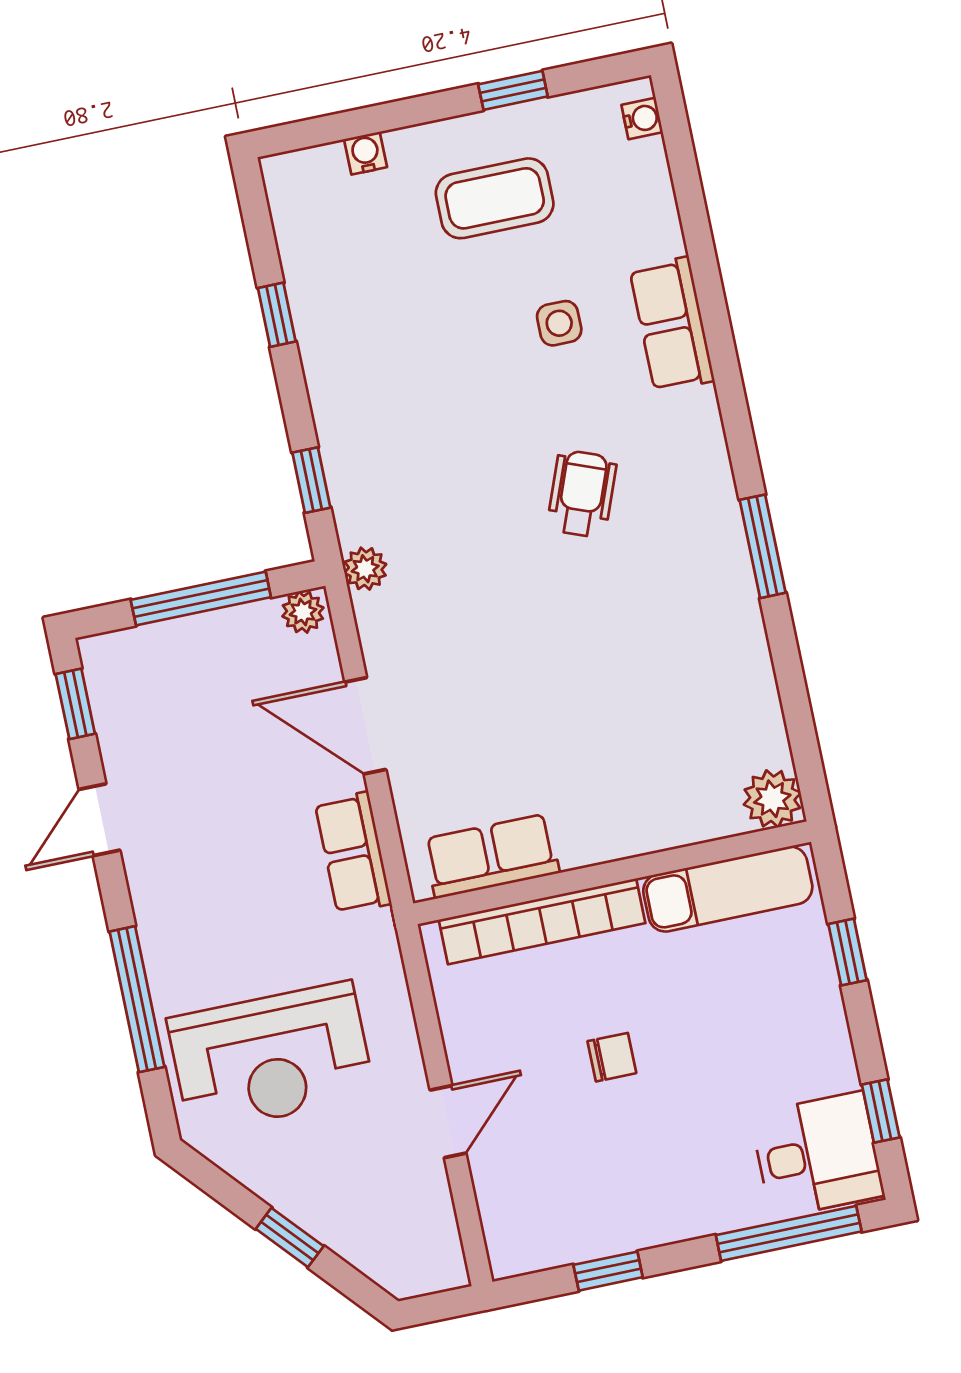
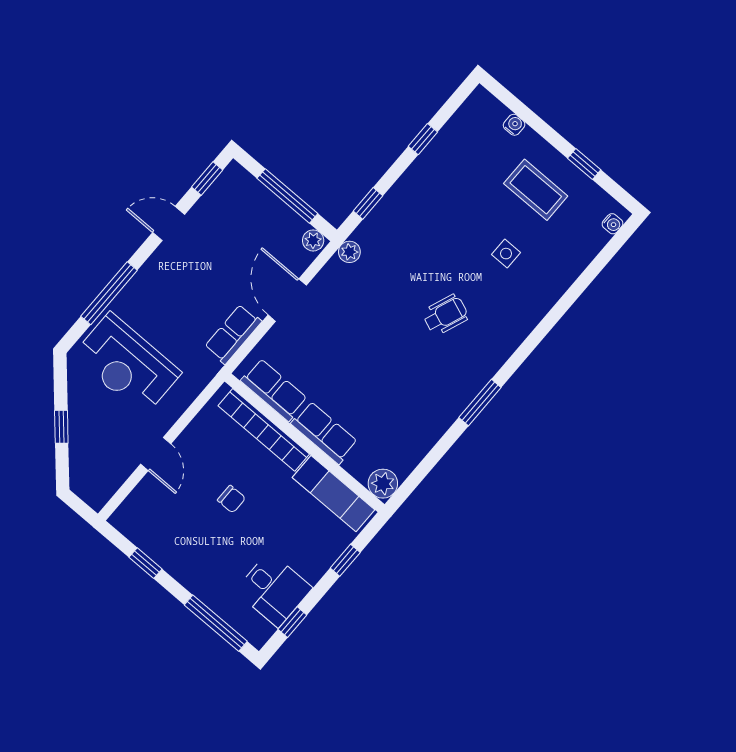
row of seats: (672, 325) -> (324, 433), moved, turned 90
door: (448, 1122) -> (156, 454), hinge flipped
desk: (817, 1155) -> (274, 589), moved

